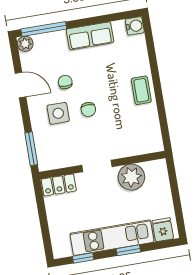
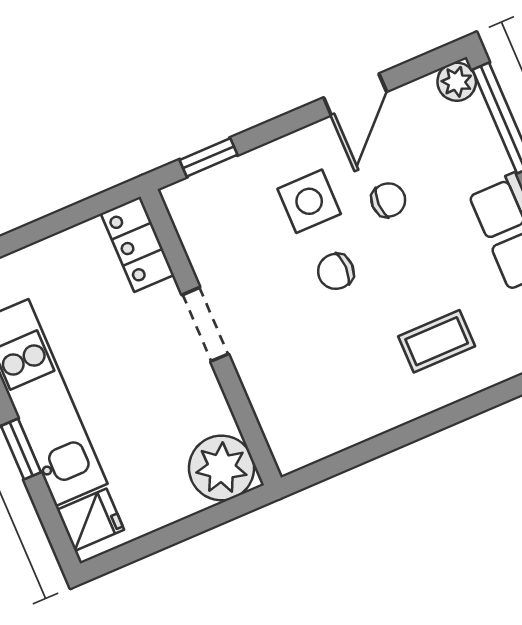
coffee table: (141, 90) -> (437, 341), moved
window: (31, 149) -> (209, 157), width x0.67
plant: (131, 177) -> (222, 468), moved

